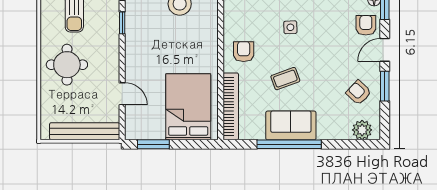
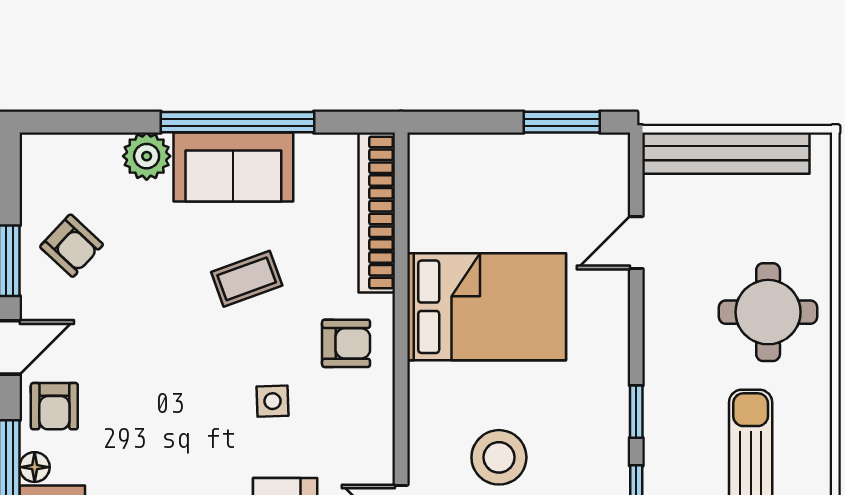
side table: (290, 27) -> (273, 401), moved
armchair: (244, 52) -> (346, 343), turned -90
door: (122, 94) -> (636, 243), hinge flipped
bed: (188, 107) -> (487, 307), moved, turned -90
plant: (362, 130) -> (147, 156), moved

